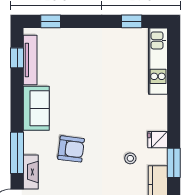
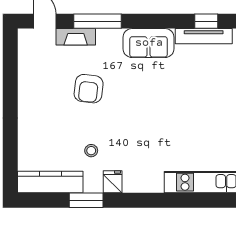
armchair: (71, 149) -> (89, 89), moved

